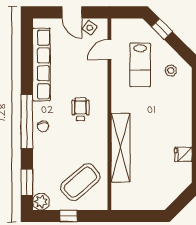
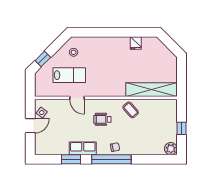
door: (109, 50) -> (77, 98), moved
row of seats: (41, 64) -> (83, 148), width x0.50
shelving: (121, 148) -> (152, 90), moved
window: (27, 182) -> (71, 159), moved
coffee table: (80, 182) -> (131, 110), moved, width x0.54, depth x0.58

